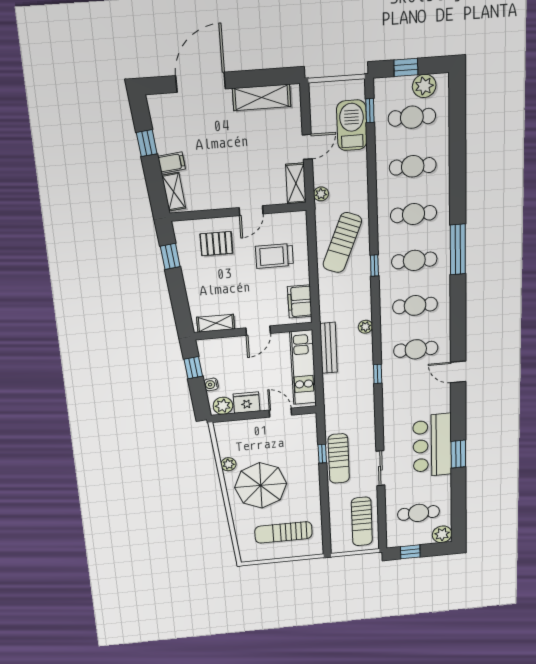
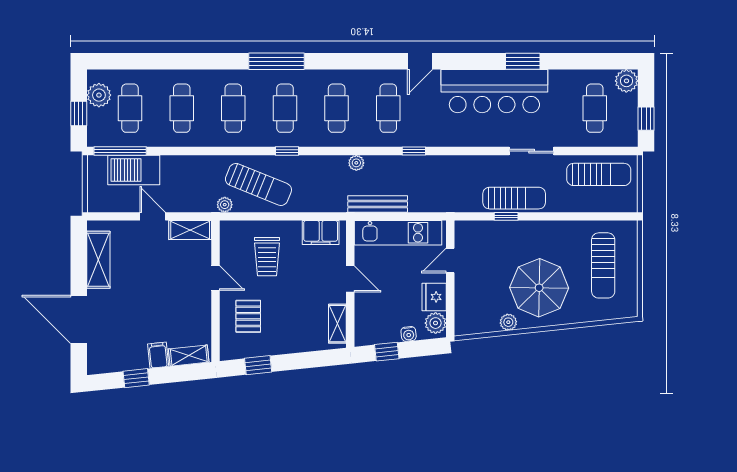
window: (370, 111) -> (120, 151), width x2.17
plant: (321, 194) -> (225, 205), moved
bar counter: (432, 445) -> (494, 91), width x1.36

